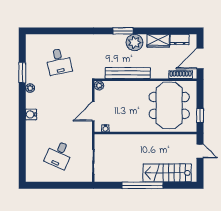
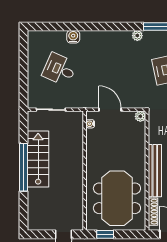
bench: (128, 73) -> (155, 171), moved
meeting table: (169, 105) -> (117, 198), turned 90
water cooler: (31, 114) -> (73, 37), moved
stairs: (167, 173) -> (38, 159), moved

